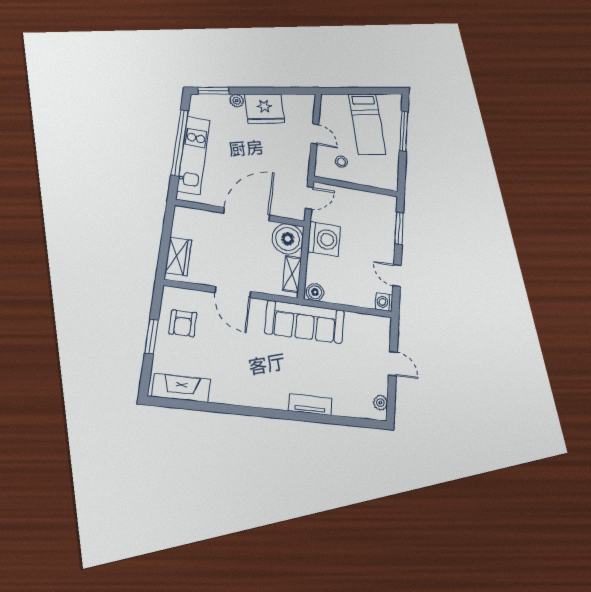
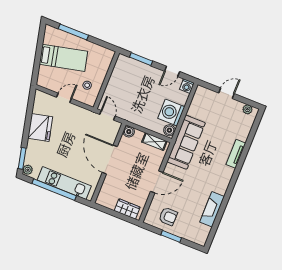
plant: (237, 101) -> (28, 170), moved
boiler: (288, 239) -> (129, 132), width x0.54, depth x0.54
washing machine: (324, 239) -> (171, 113), moved, turned -90
fireplace: (181, 388) -> (212, 209), moved

